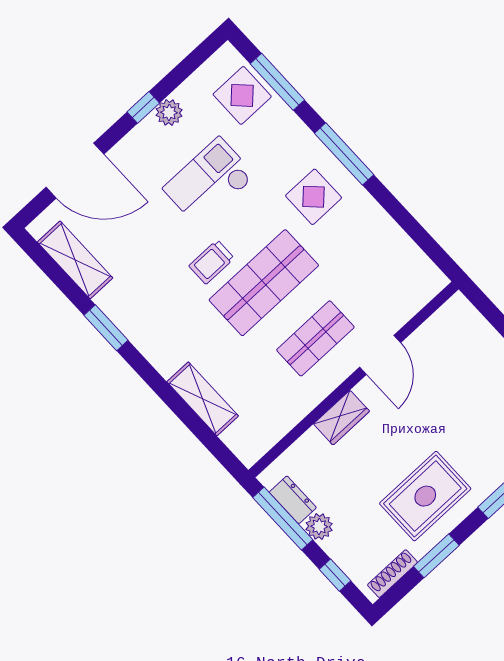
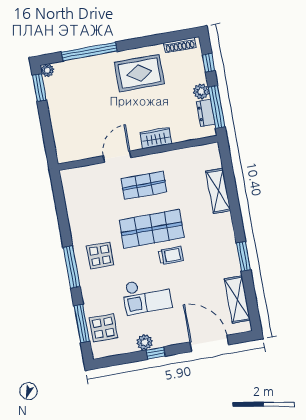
window: (436, 556) -> (153, 40), removed

